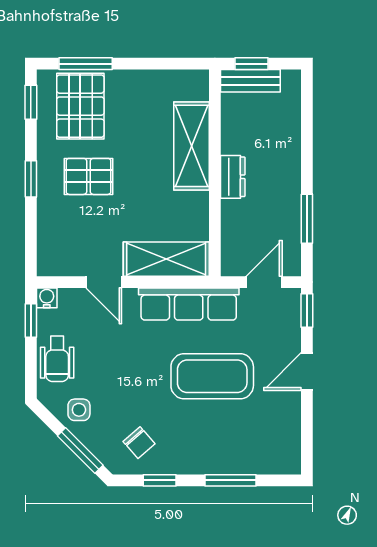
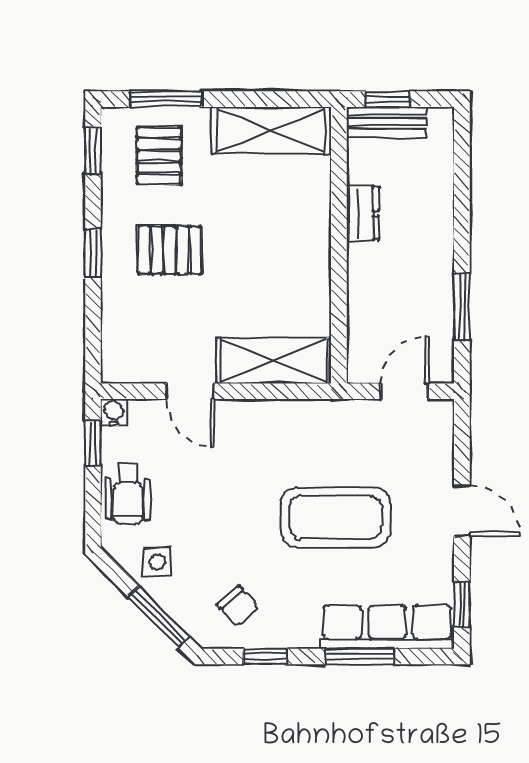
pallet: (80, 106) -> (159, 156), width x0.67, depth x0.71
shelving: (192, 146) -> (271, 130), moved, turned 90
dresser: (233, 177) -> (363, 213), moved
row of seats: (189, 304) -> (387, 627), moved, turned 180
window: (307, 311) -> (462, 604), moved
door: (307, 371) -> (462, 511), swing flipped

